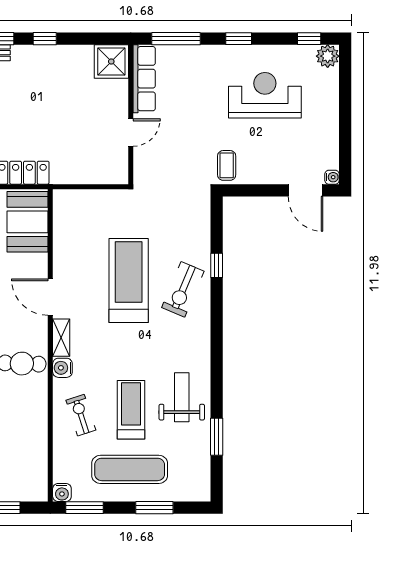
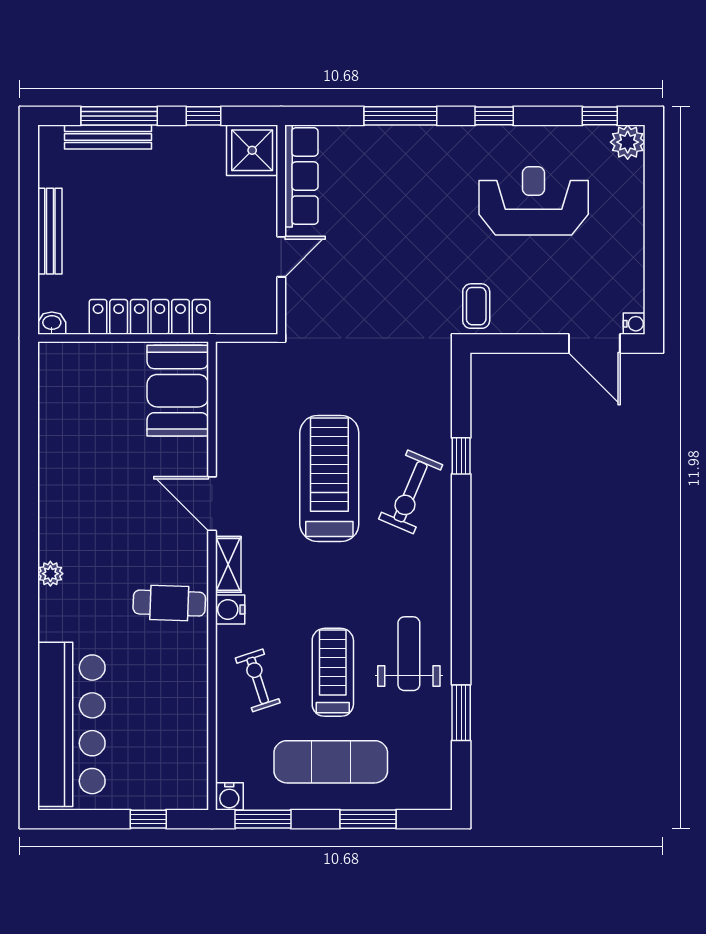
shower: (111, 62) -> (252, 150), moved
row of seats: (144, 79) -> (301, 176), moved
wall: (131, 114) -> (281, 230), moved
door: (131, 133) -> (281, 257), moved

